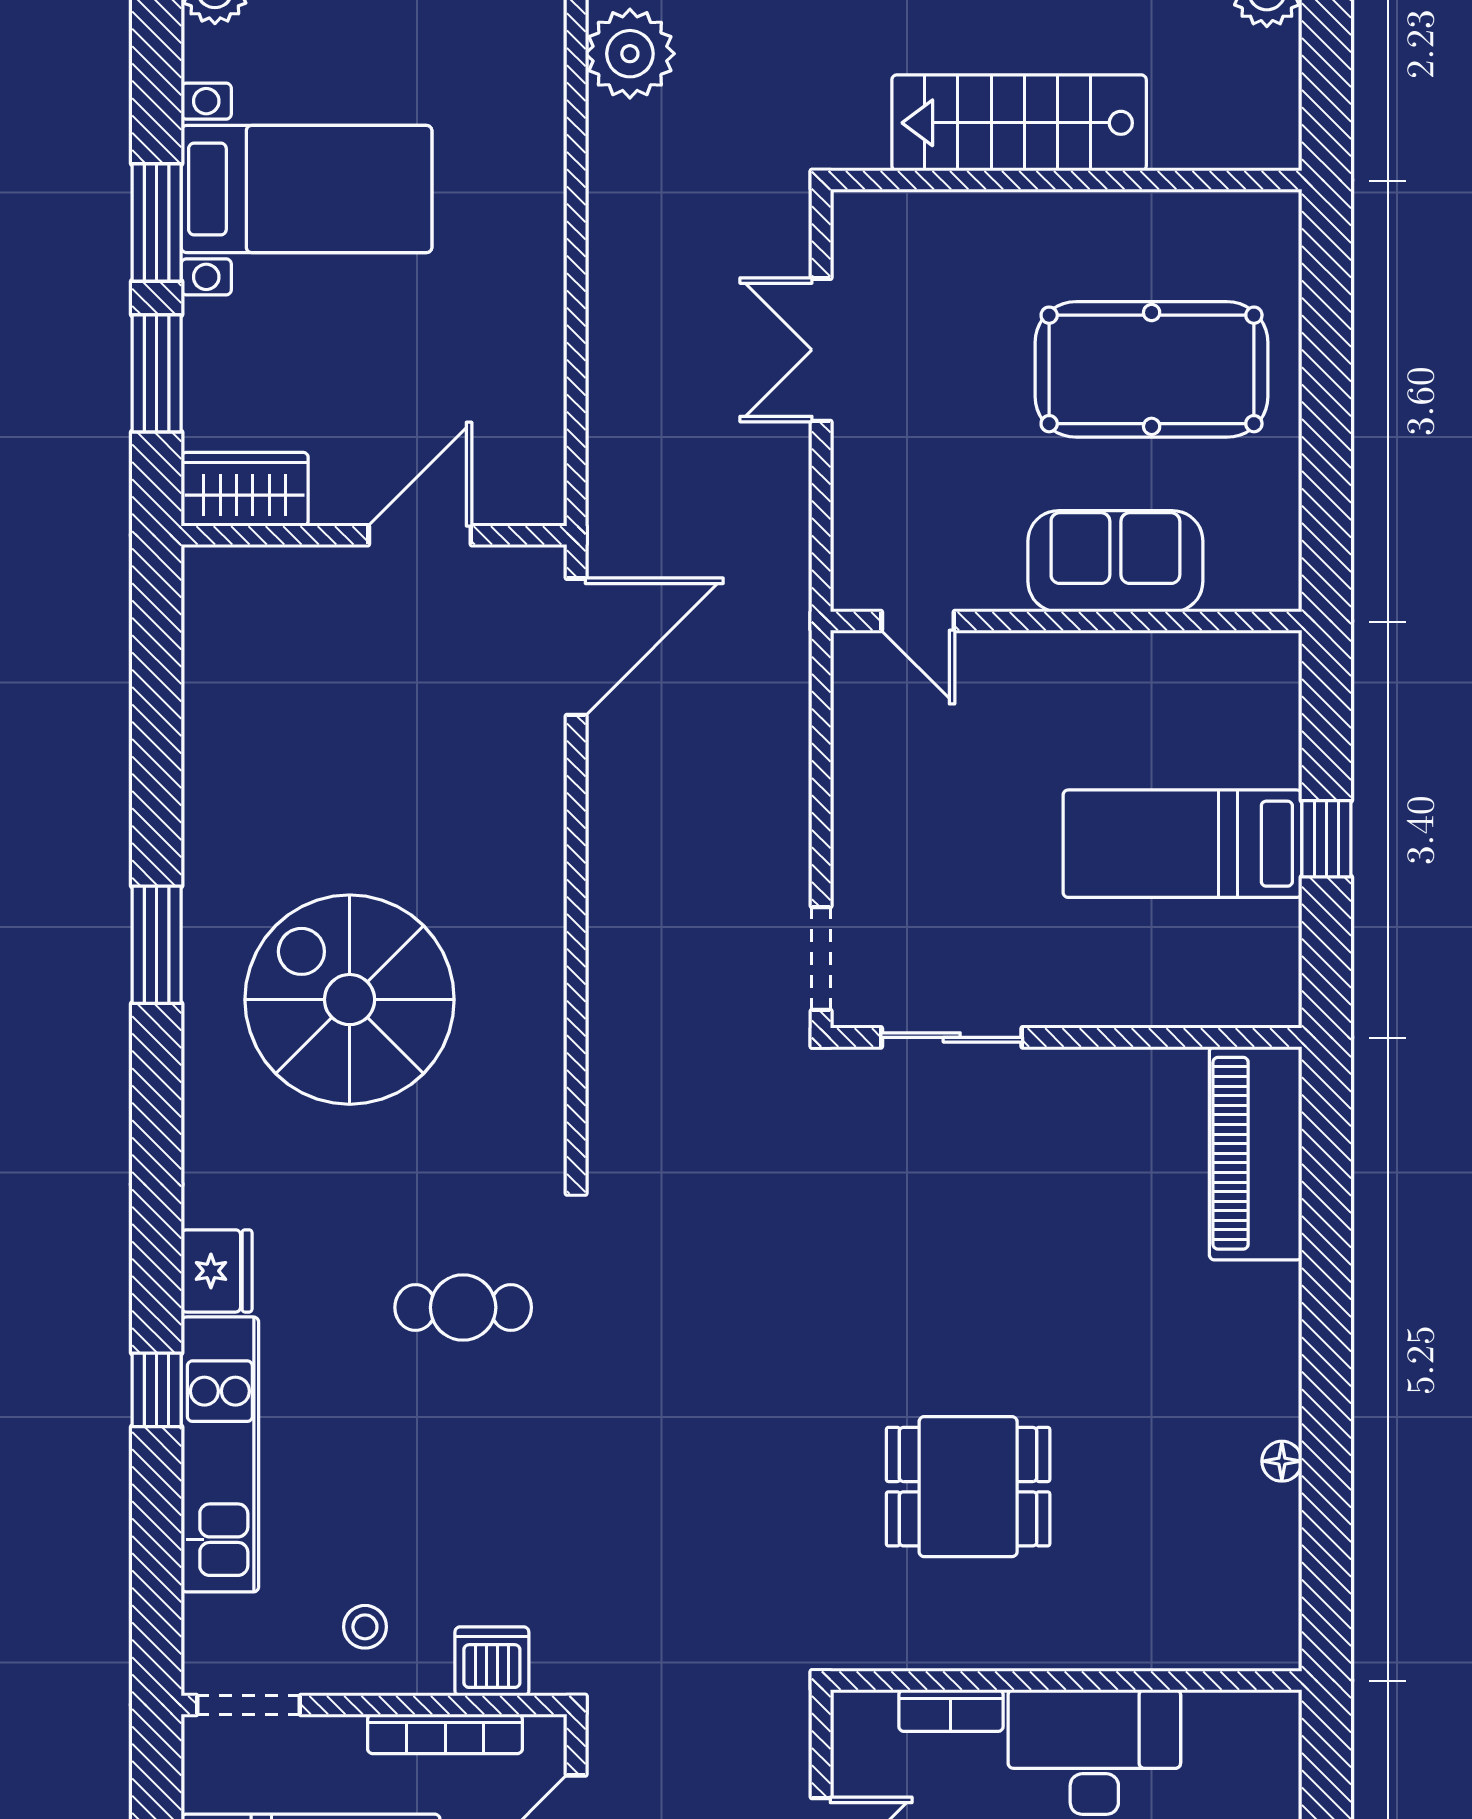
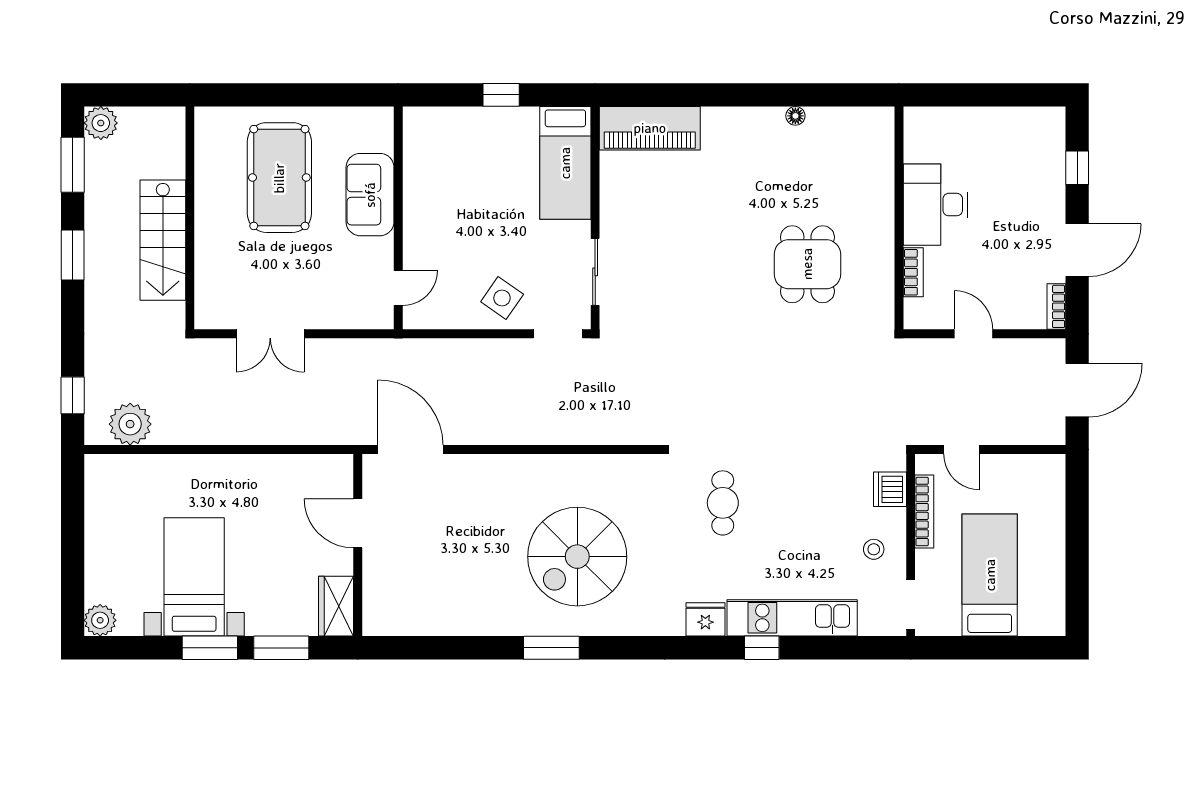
side table: (897, 840) -> (502, 298), added
bed: (1182, 844) -> (565, 163), moved

